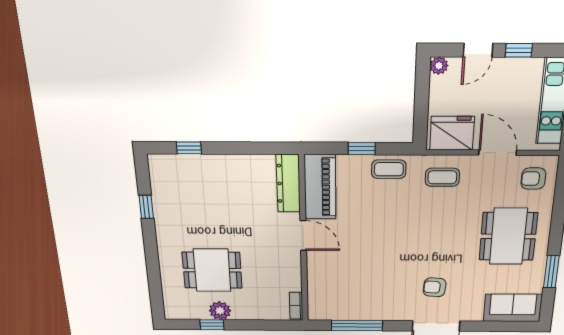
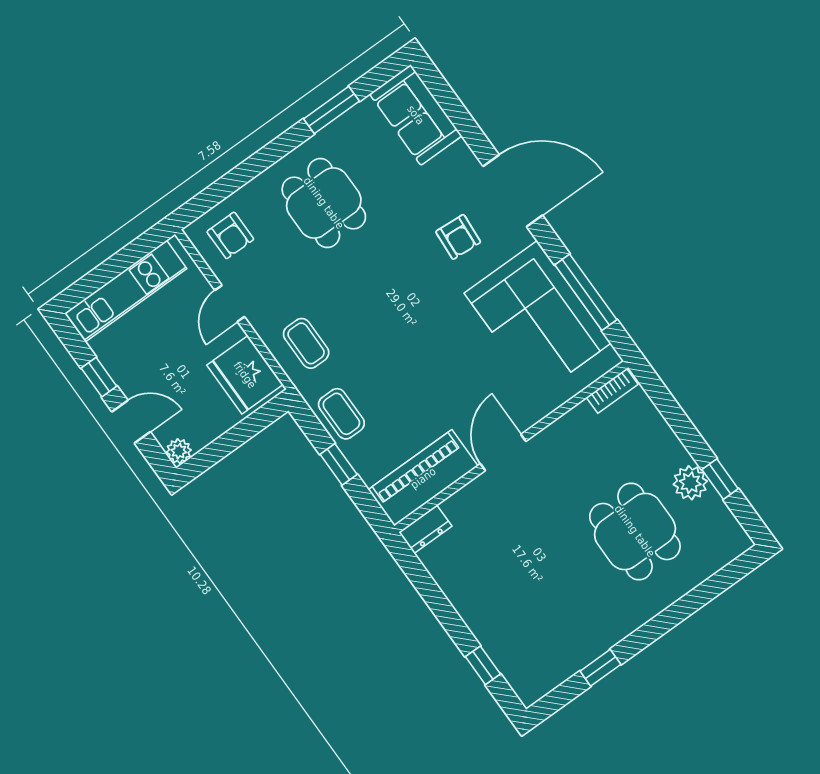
door: (498, 153) -> (230, 304), width x0.73
dresser: (288, 183) -> (425, 529), width x0.51, depth x0.80
dining table: (508, 236) -> (324, 203), width x0.73
corner sofa: (362, 296) -> (538, 318), added

